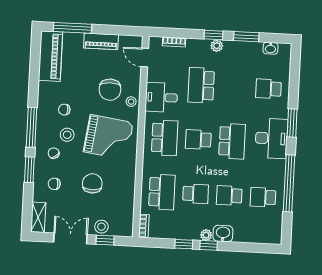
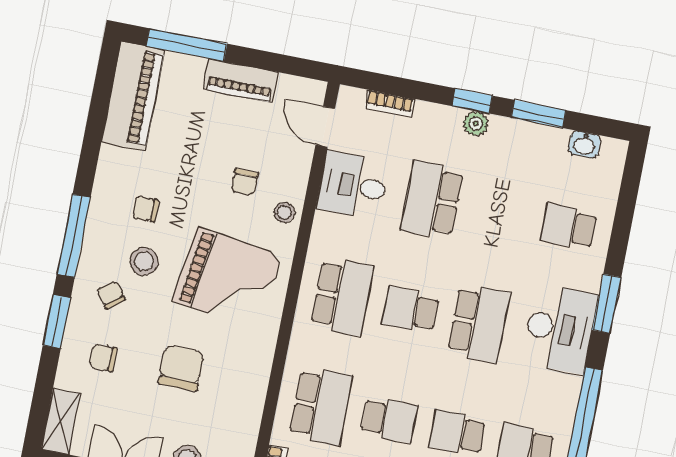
chair: (110, 90) -> (245, 182), width x0.54, depth x0.54
desk: (161, 97) -> (353, 185), moved

